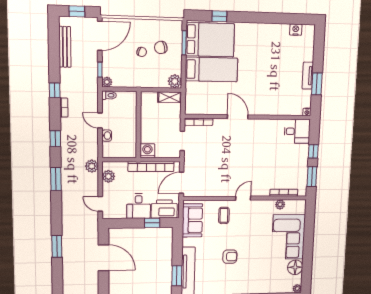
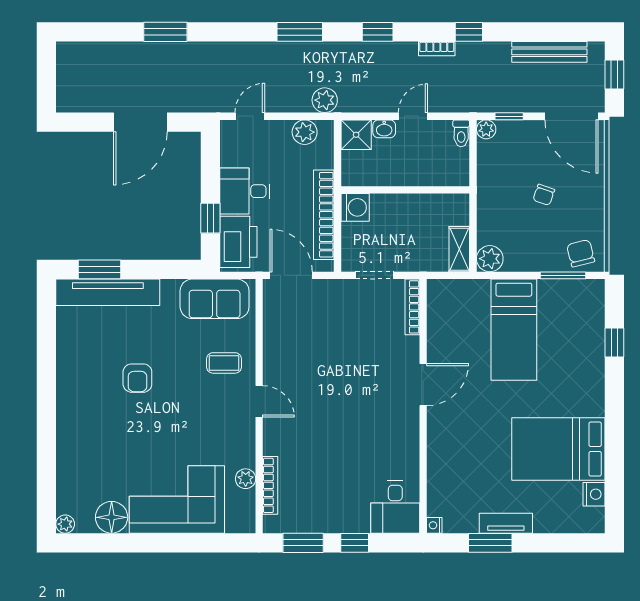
bed: (210, 40) -> (558, 449), moved, turned 90
chair: (161, 47) -> (581, 253), moved
shower: (110, 150) -> (356, 135), added

